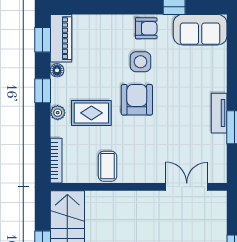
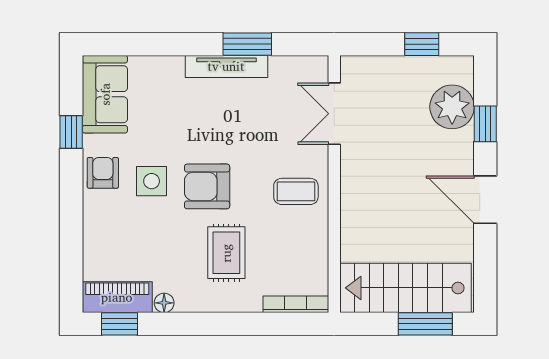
window: (43, 91) -> (194, 324), removed
plant: (58, 113) -> (226, 302), removed
tv unit: (219, 113) -> (226, 66), width x1.41
coffee table: (108, 166) -> (296, 191), moved

